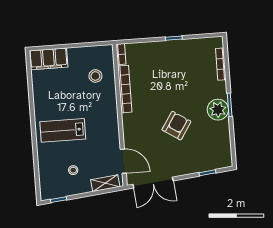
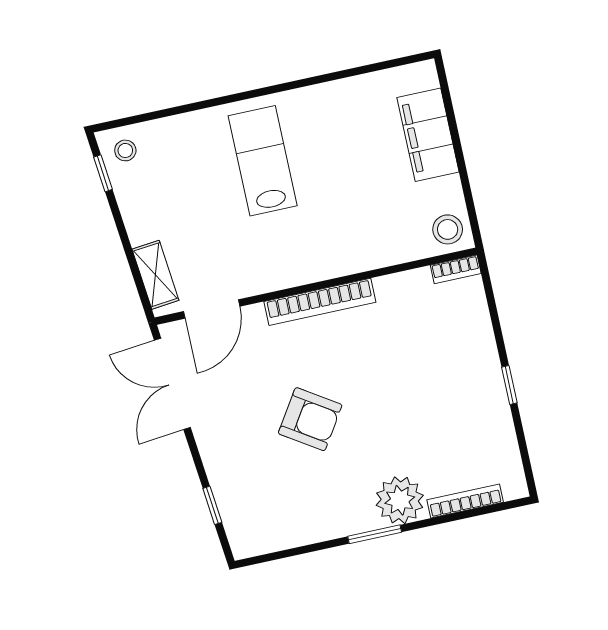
filing cabinet: (48, 59) -> (428, 135), moved
stool: (95, 76) -> (448, 229), moved
bookcase: (125, 89) -> (320, 302), moved
plant: (218, 110) -> (400, 500), moved
stool: (73, 170) -> (125, 150), moved

